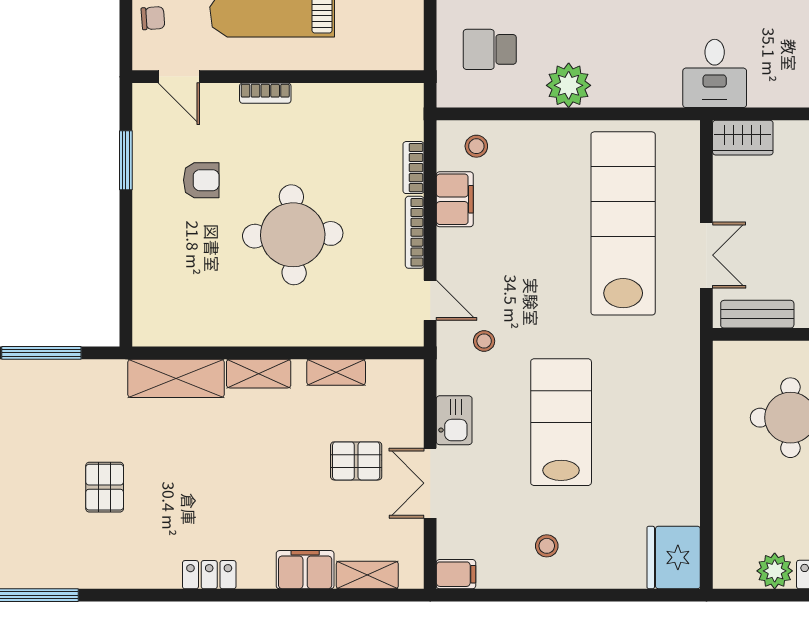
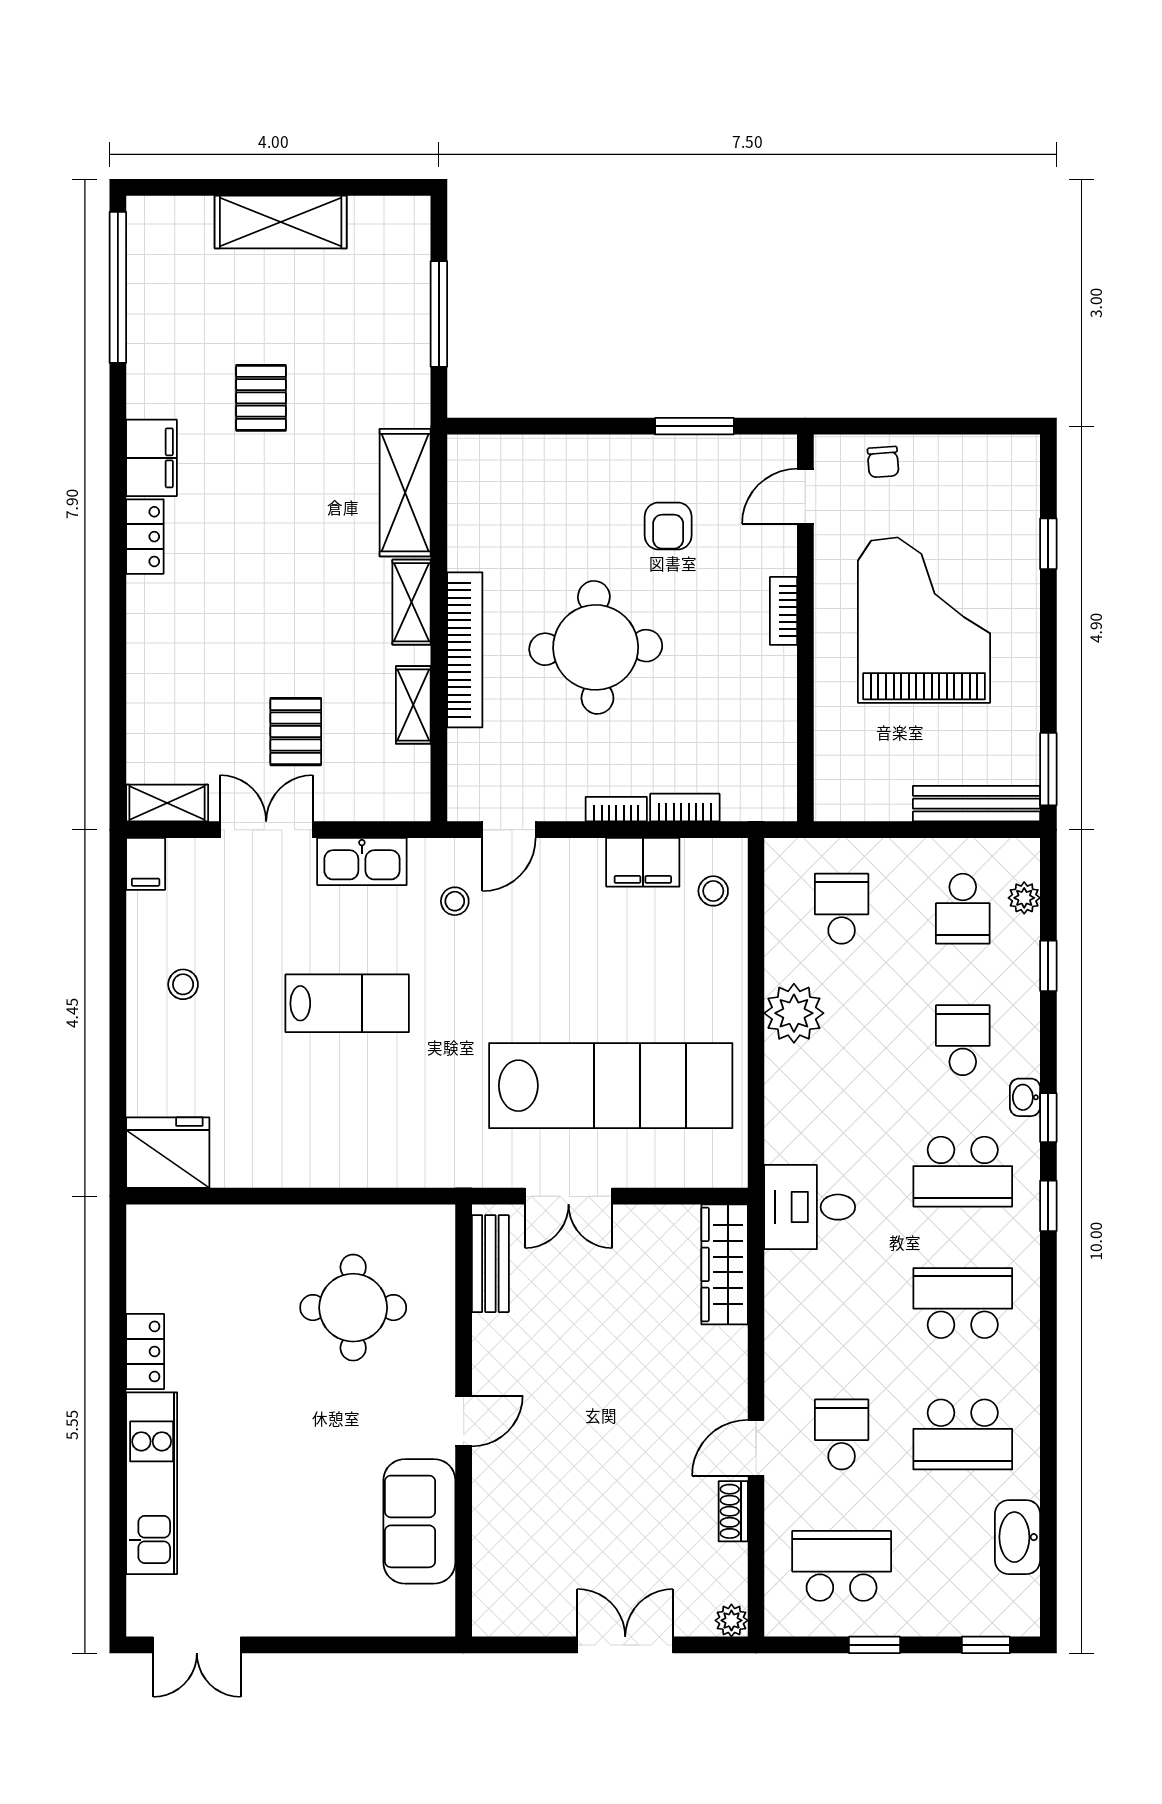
wardrobe: (743, 138) -> (725, 1264), width x1.50
bookcase: (415, 232) -> (616, 809), width x0.64
bookcase: (295, 333) -> (465, 650), added
kitchen sink: (454, 420) -> (362, 862), width x1.38
lab bench: (561, 422) -> (347, 1003), width x0.73, depth x0.72
pallet: (105, 487) -> (261, 398), turned 90
filing cabinet: (305, 570) -> (151, 458), moved
plant: (775, 571) -> (150, 1287), removed
shelving: (367, 575) -> (167, 803), moved, turned 90

